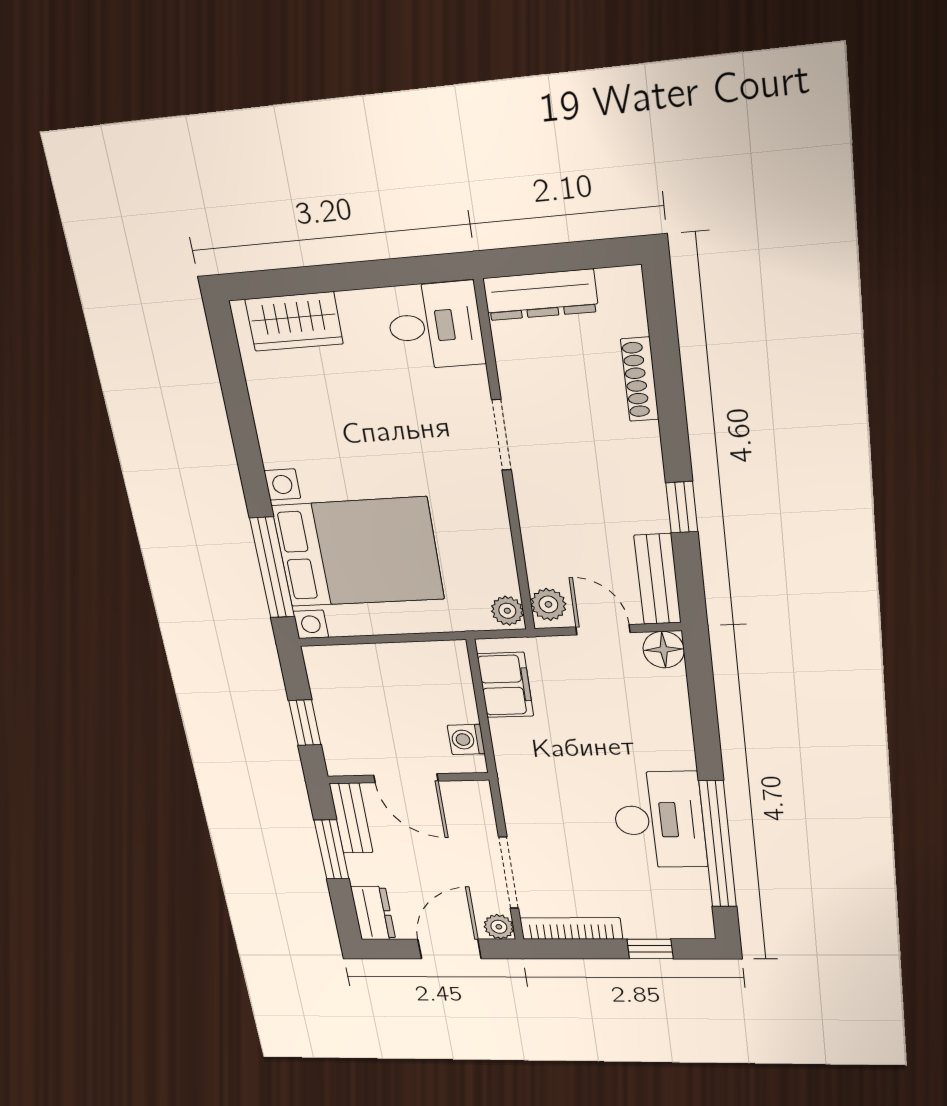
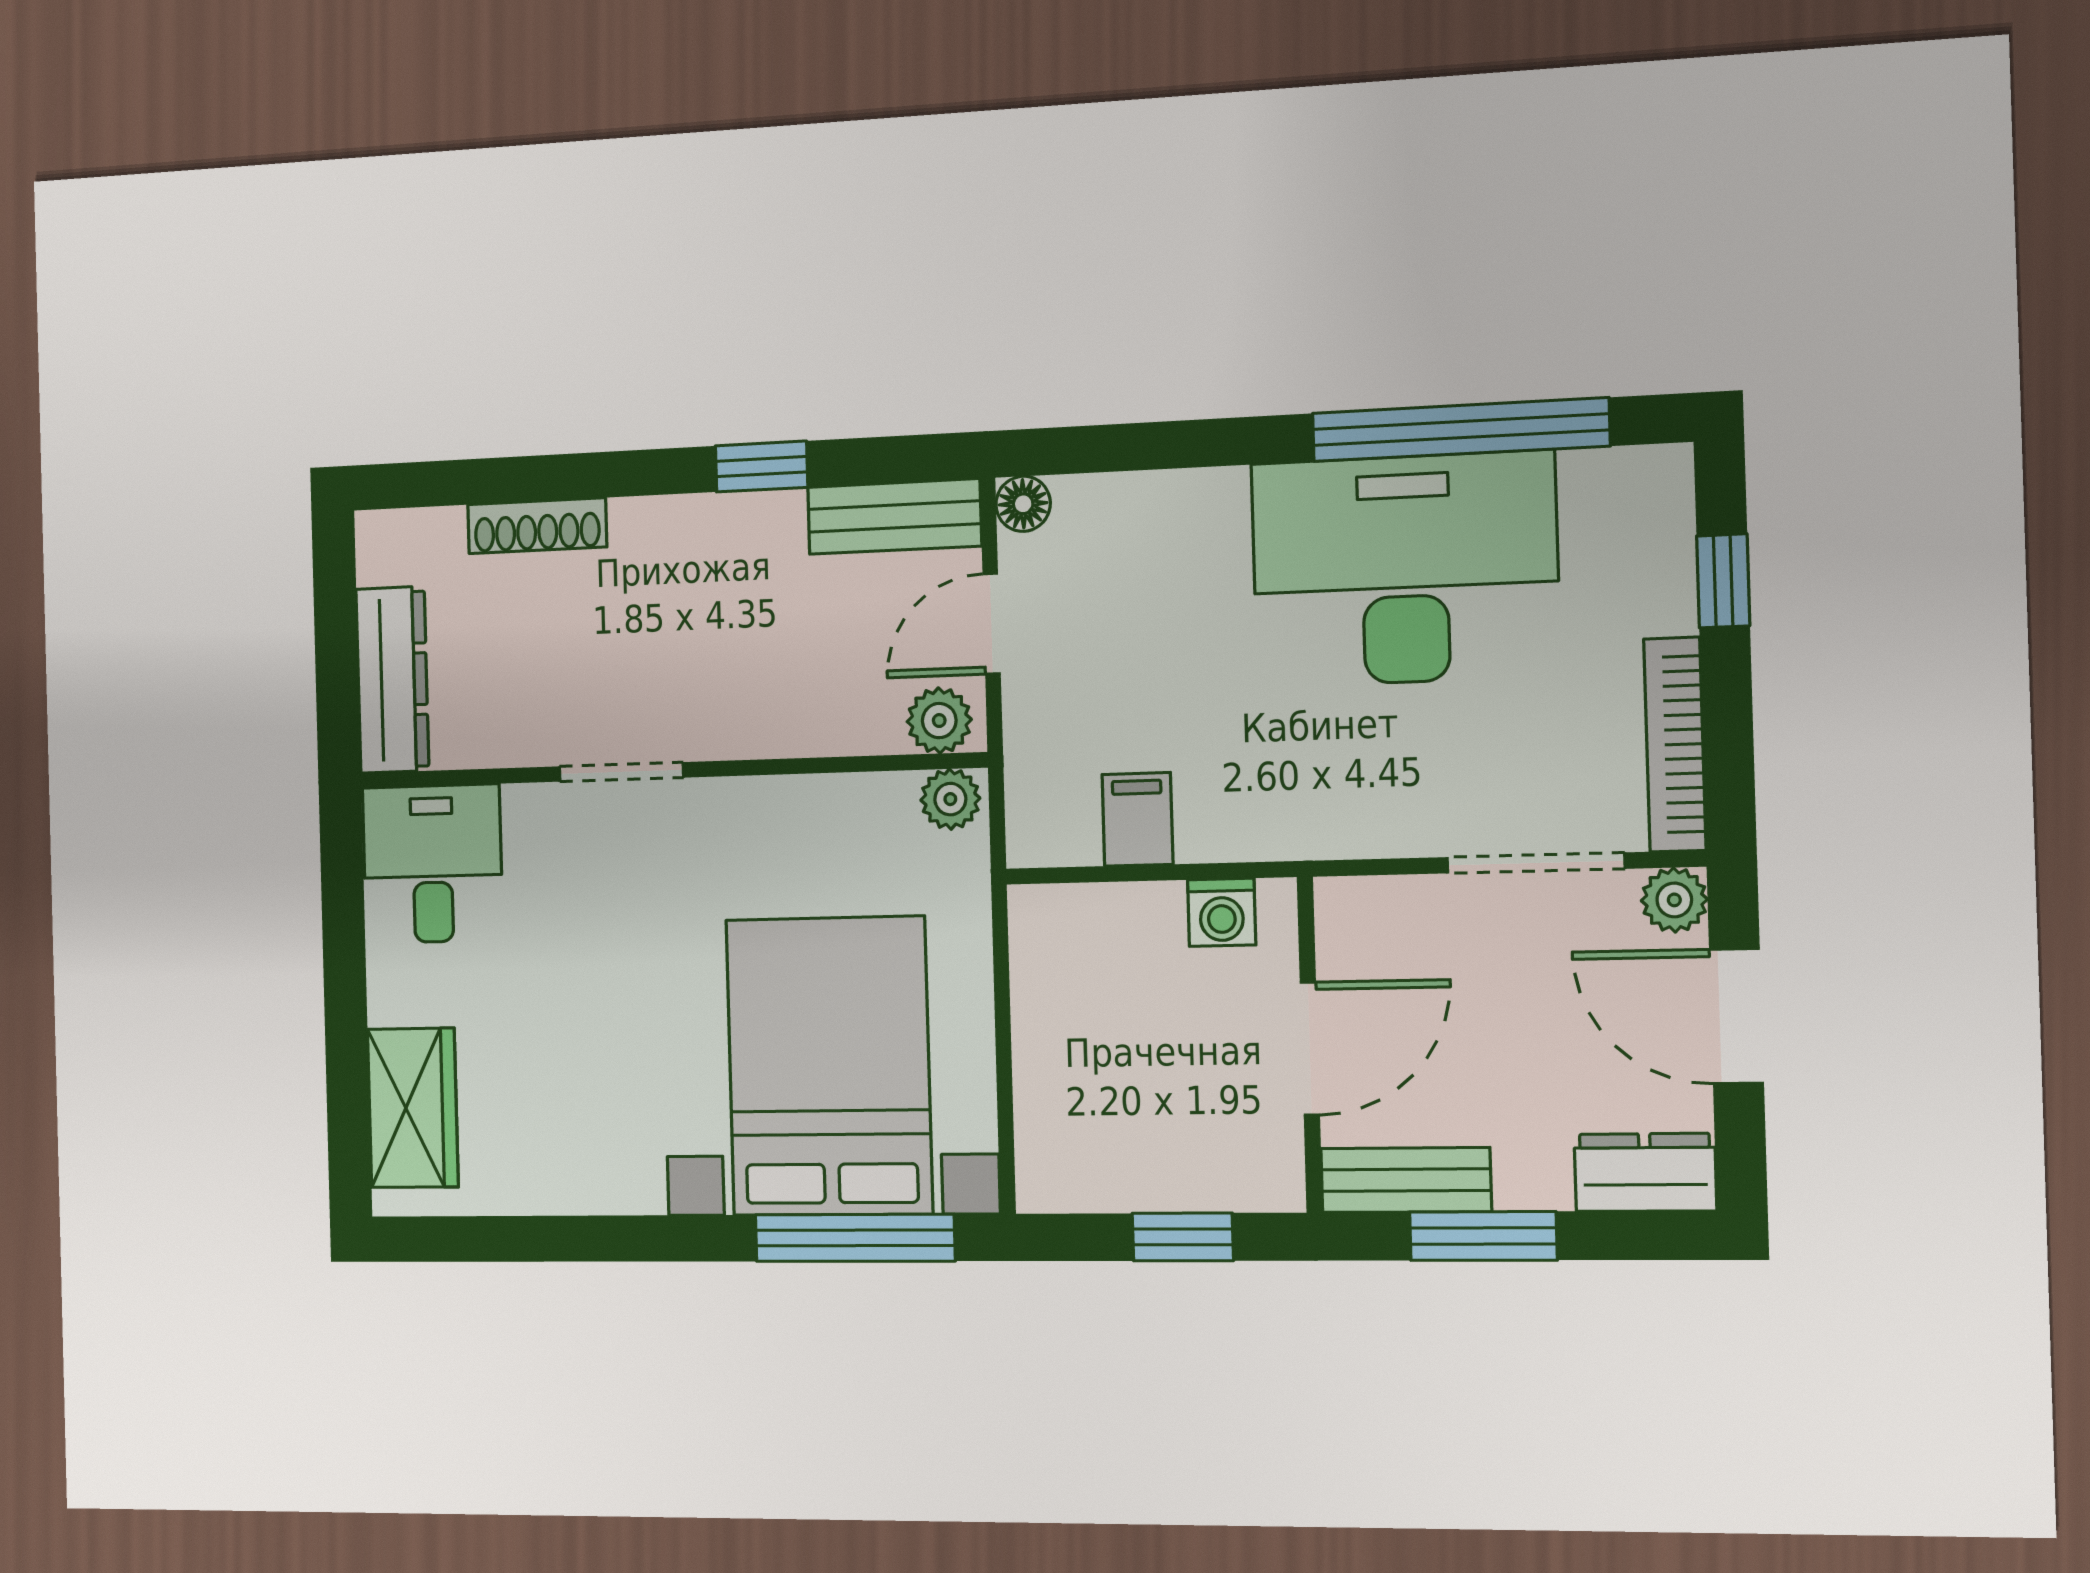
floor lamp: (664, 650) -> (1023, 504), width x0.73, depth x0.73
filing cabinet: (505, 685) -> (1137, 819), width x0.50
desk: (659, 820) -> (1405, 569), width x1.36, depth x1.30

